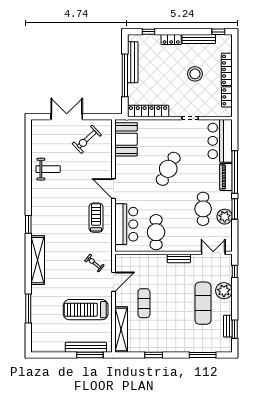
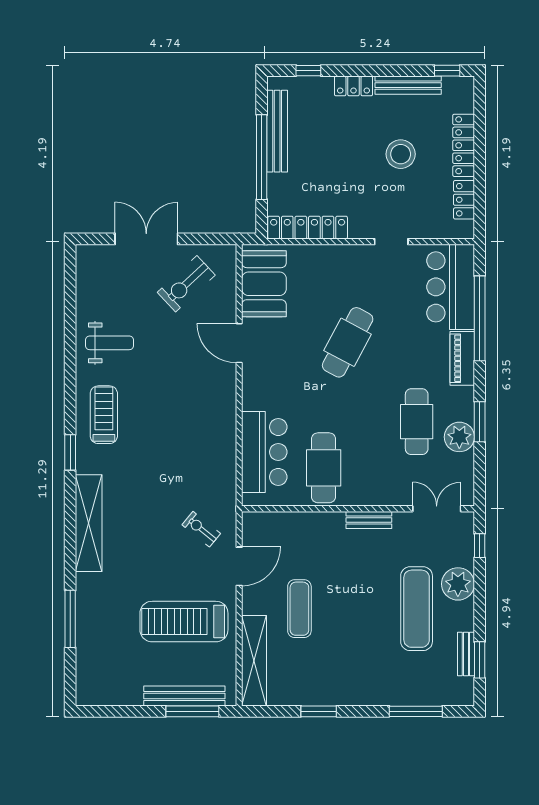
window: (235, 172) -> (480, 318), moved
door: (113, 189) -> (239, 343), moved
treadmill: (96, 218) -> (104, 415), moved

